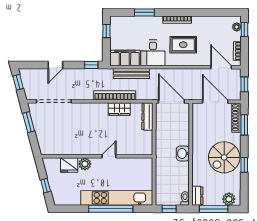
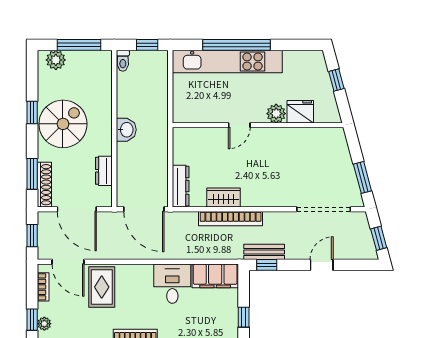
rug: (183, 45) -> (102, 287), moved, turned 90
bench: (131, 74) -> (264, 252), moved, width x0.73
dresser: (197, 196) -> (104, 171), moved

